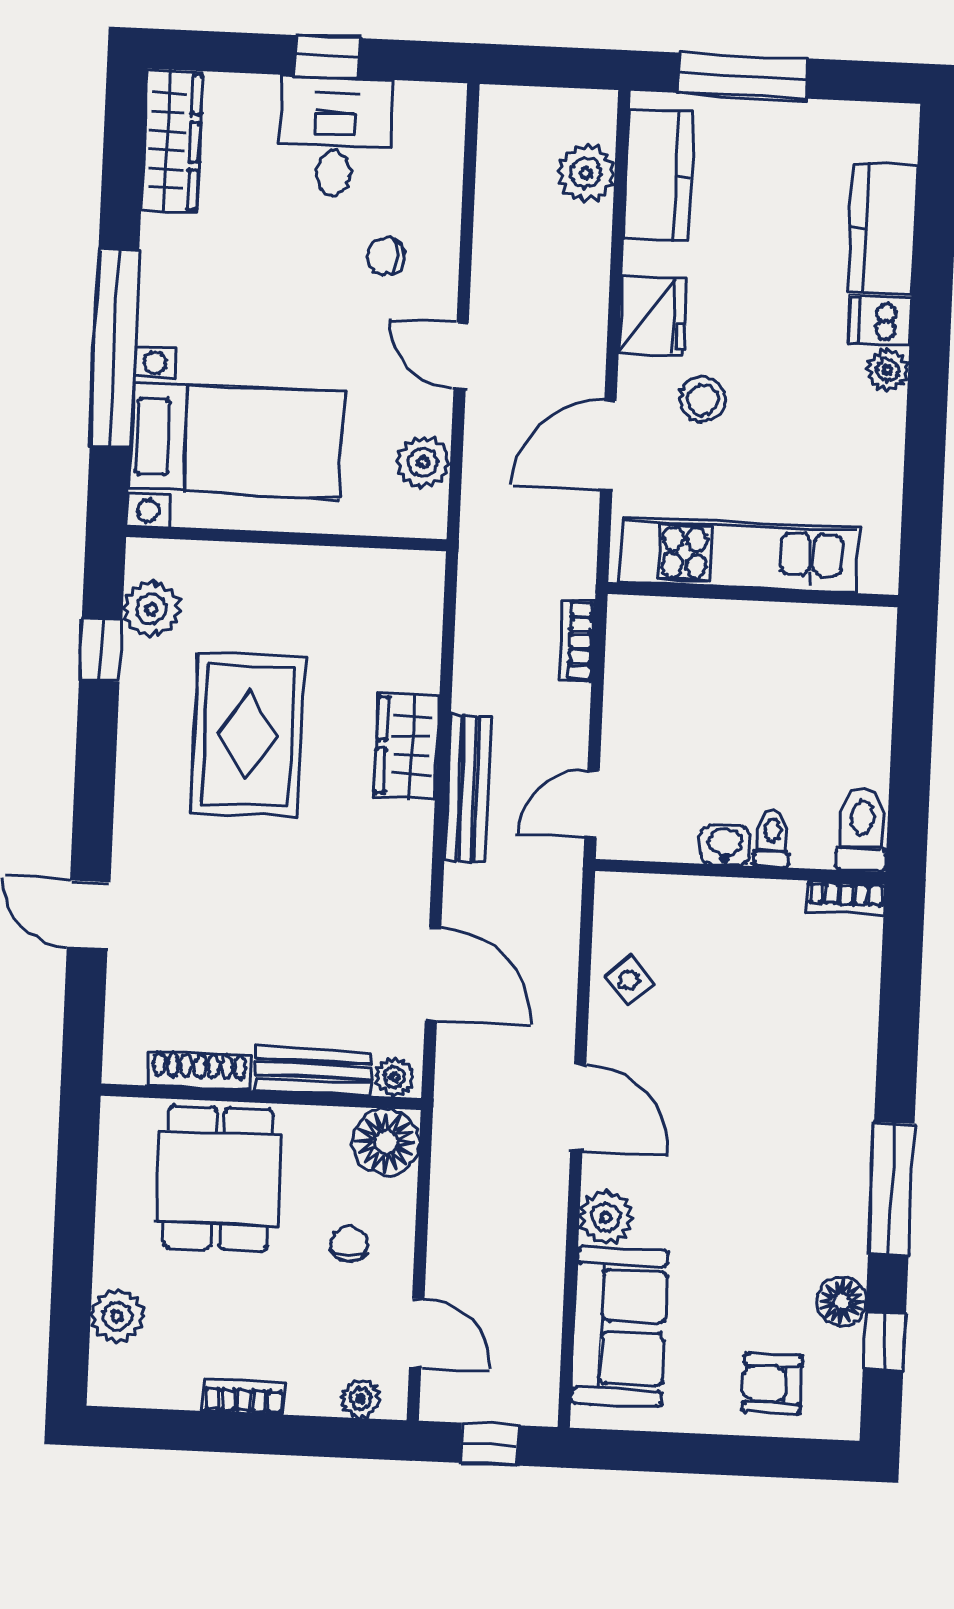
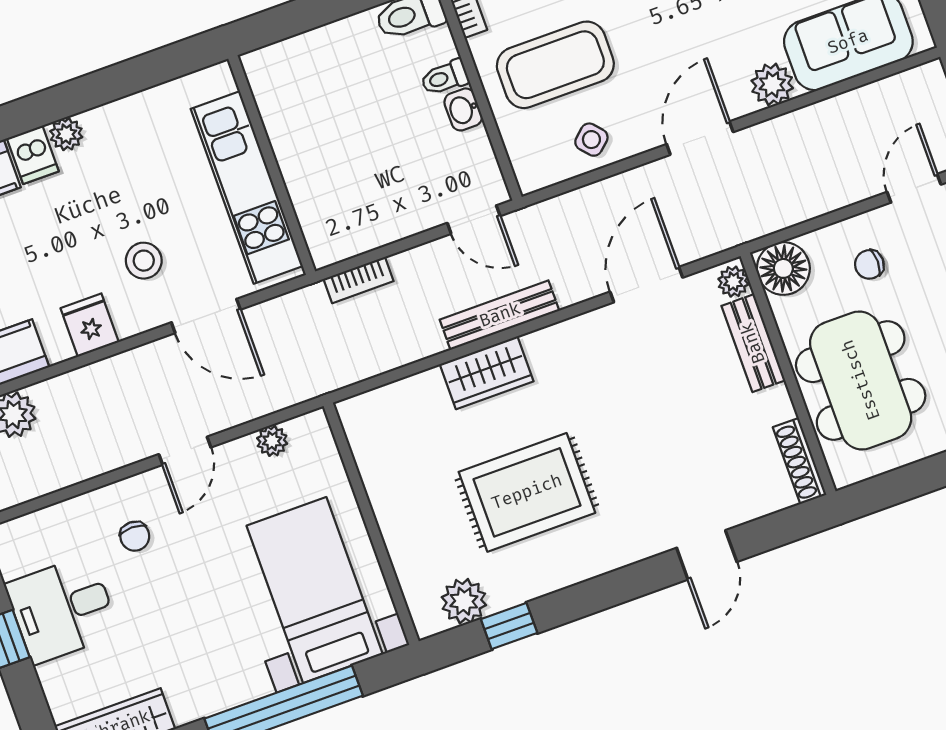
fridge: (653, 316) -> (90, 325), width x0.72
plant: (423, 462) -> (272, 441), width x0.73, depth x0.73
coffee table: (733, 974) -> (555, 65), added
shoe rack: (200, 1070) -> (800, 461), moved
dining table: (218, 1178) -> (861, 380), width x1.38

